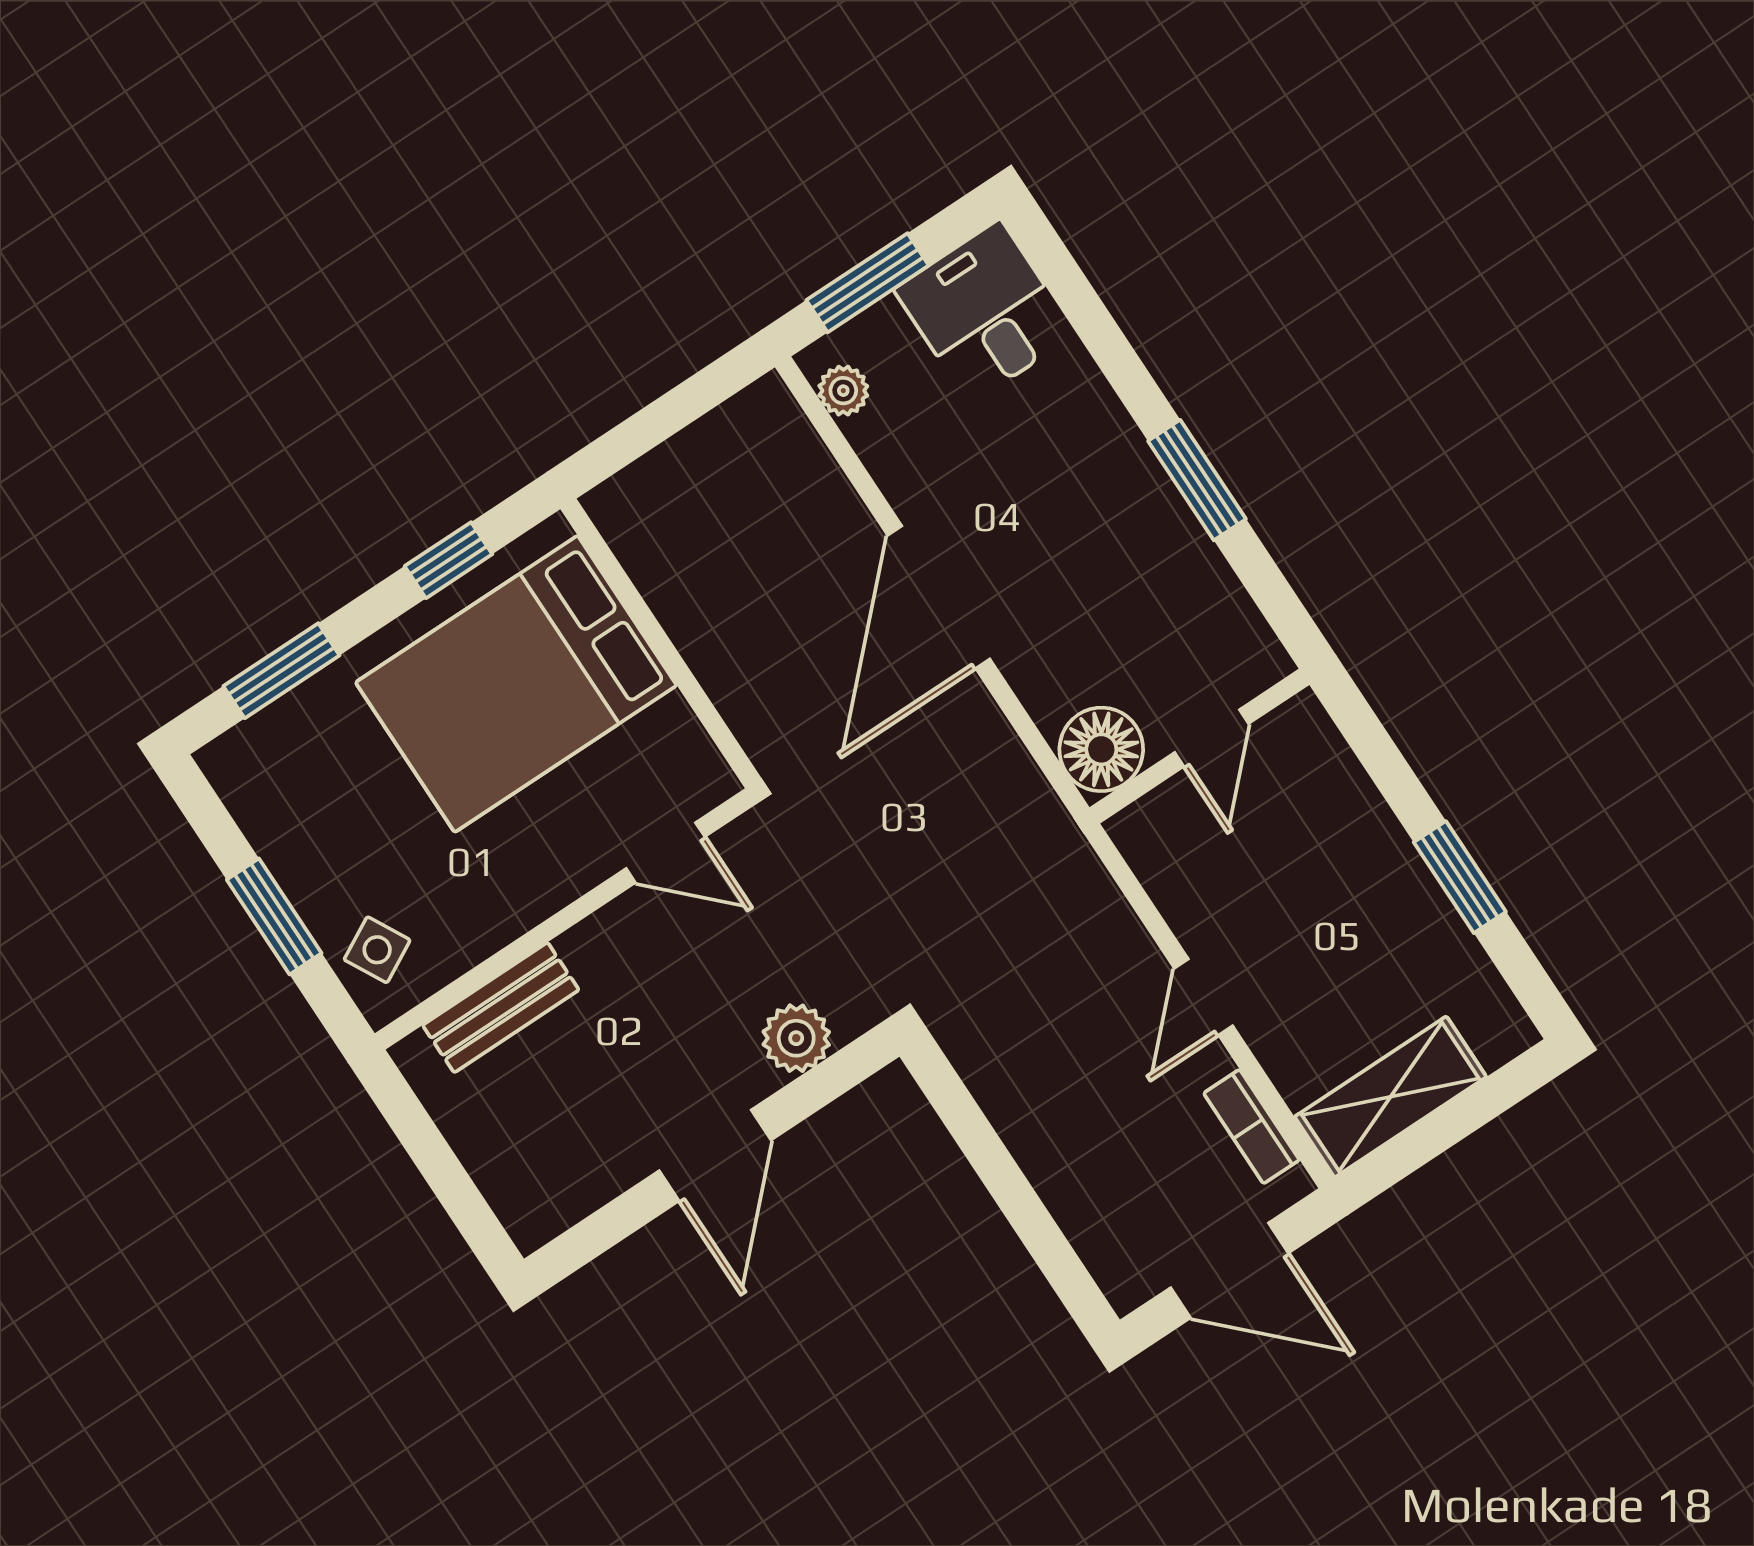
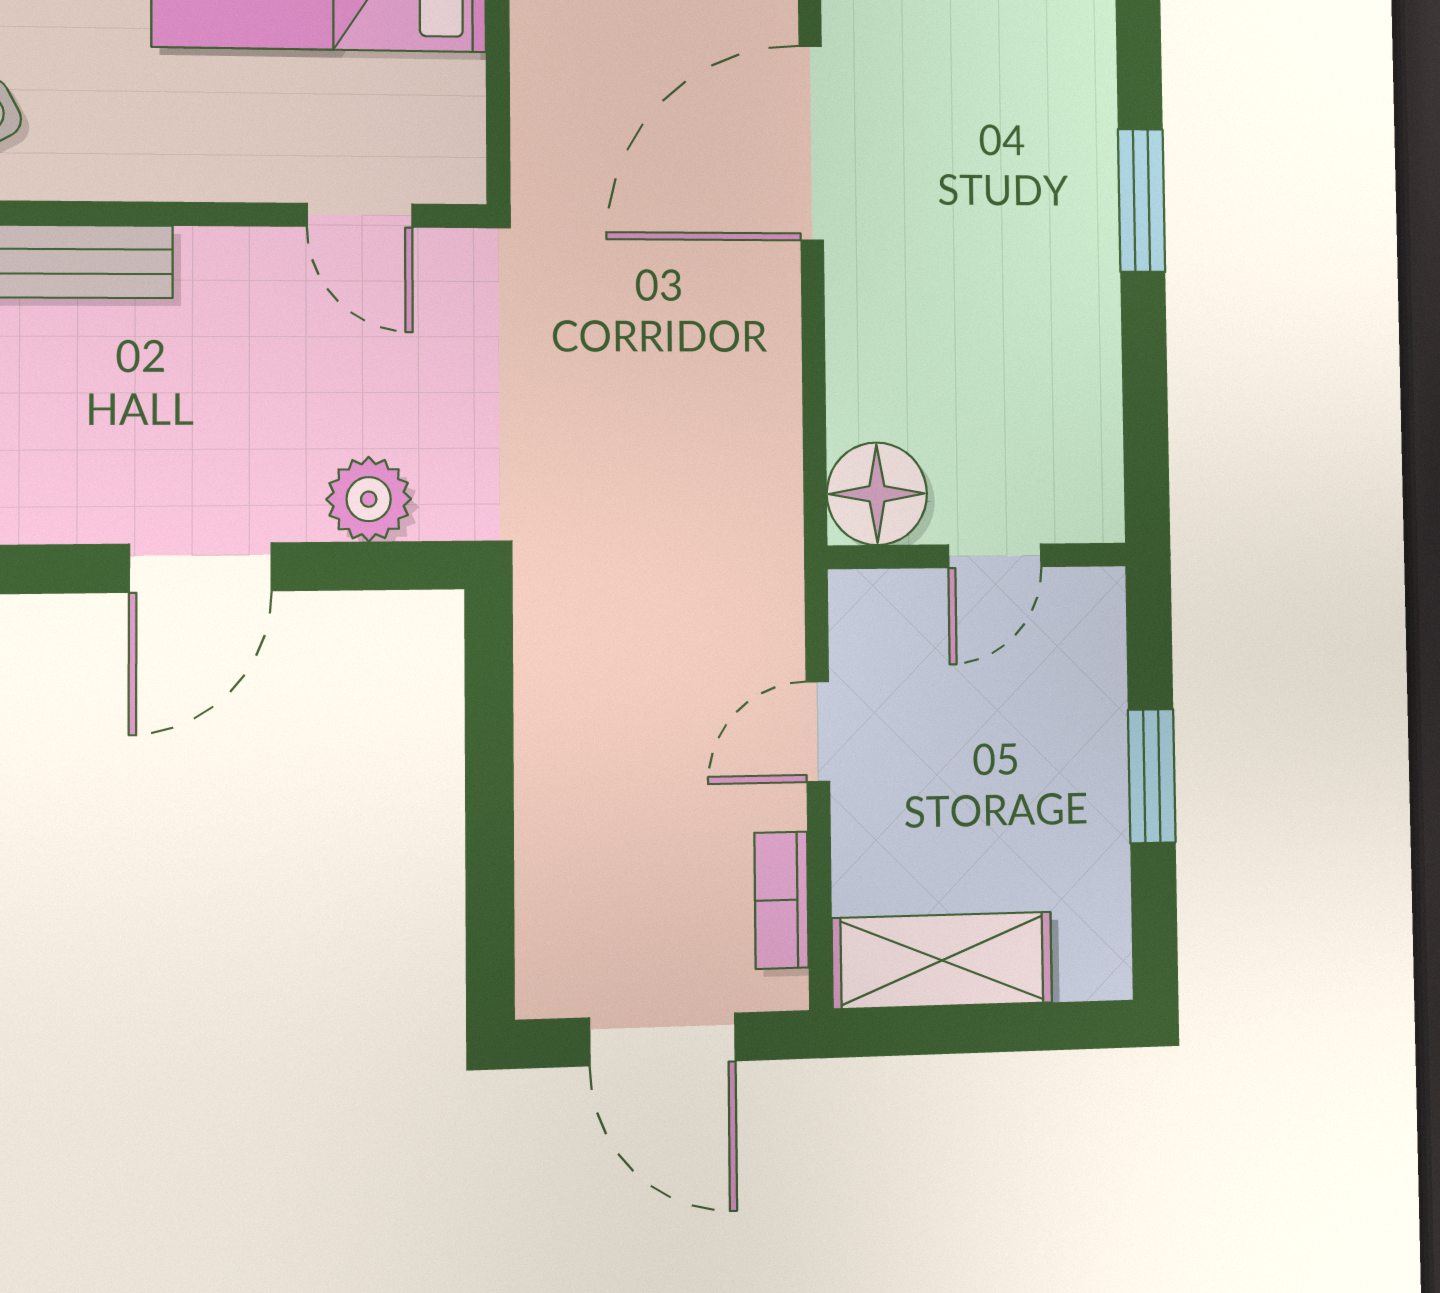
door: (1212, 738) -> (995, 556), moved
wall: (1199, 746) -> (977, 556), moved
floor lamp: (1101, 749) -> (877, 494), moved

